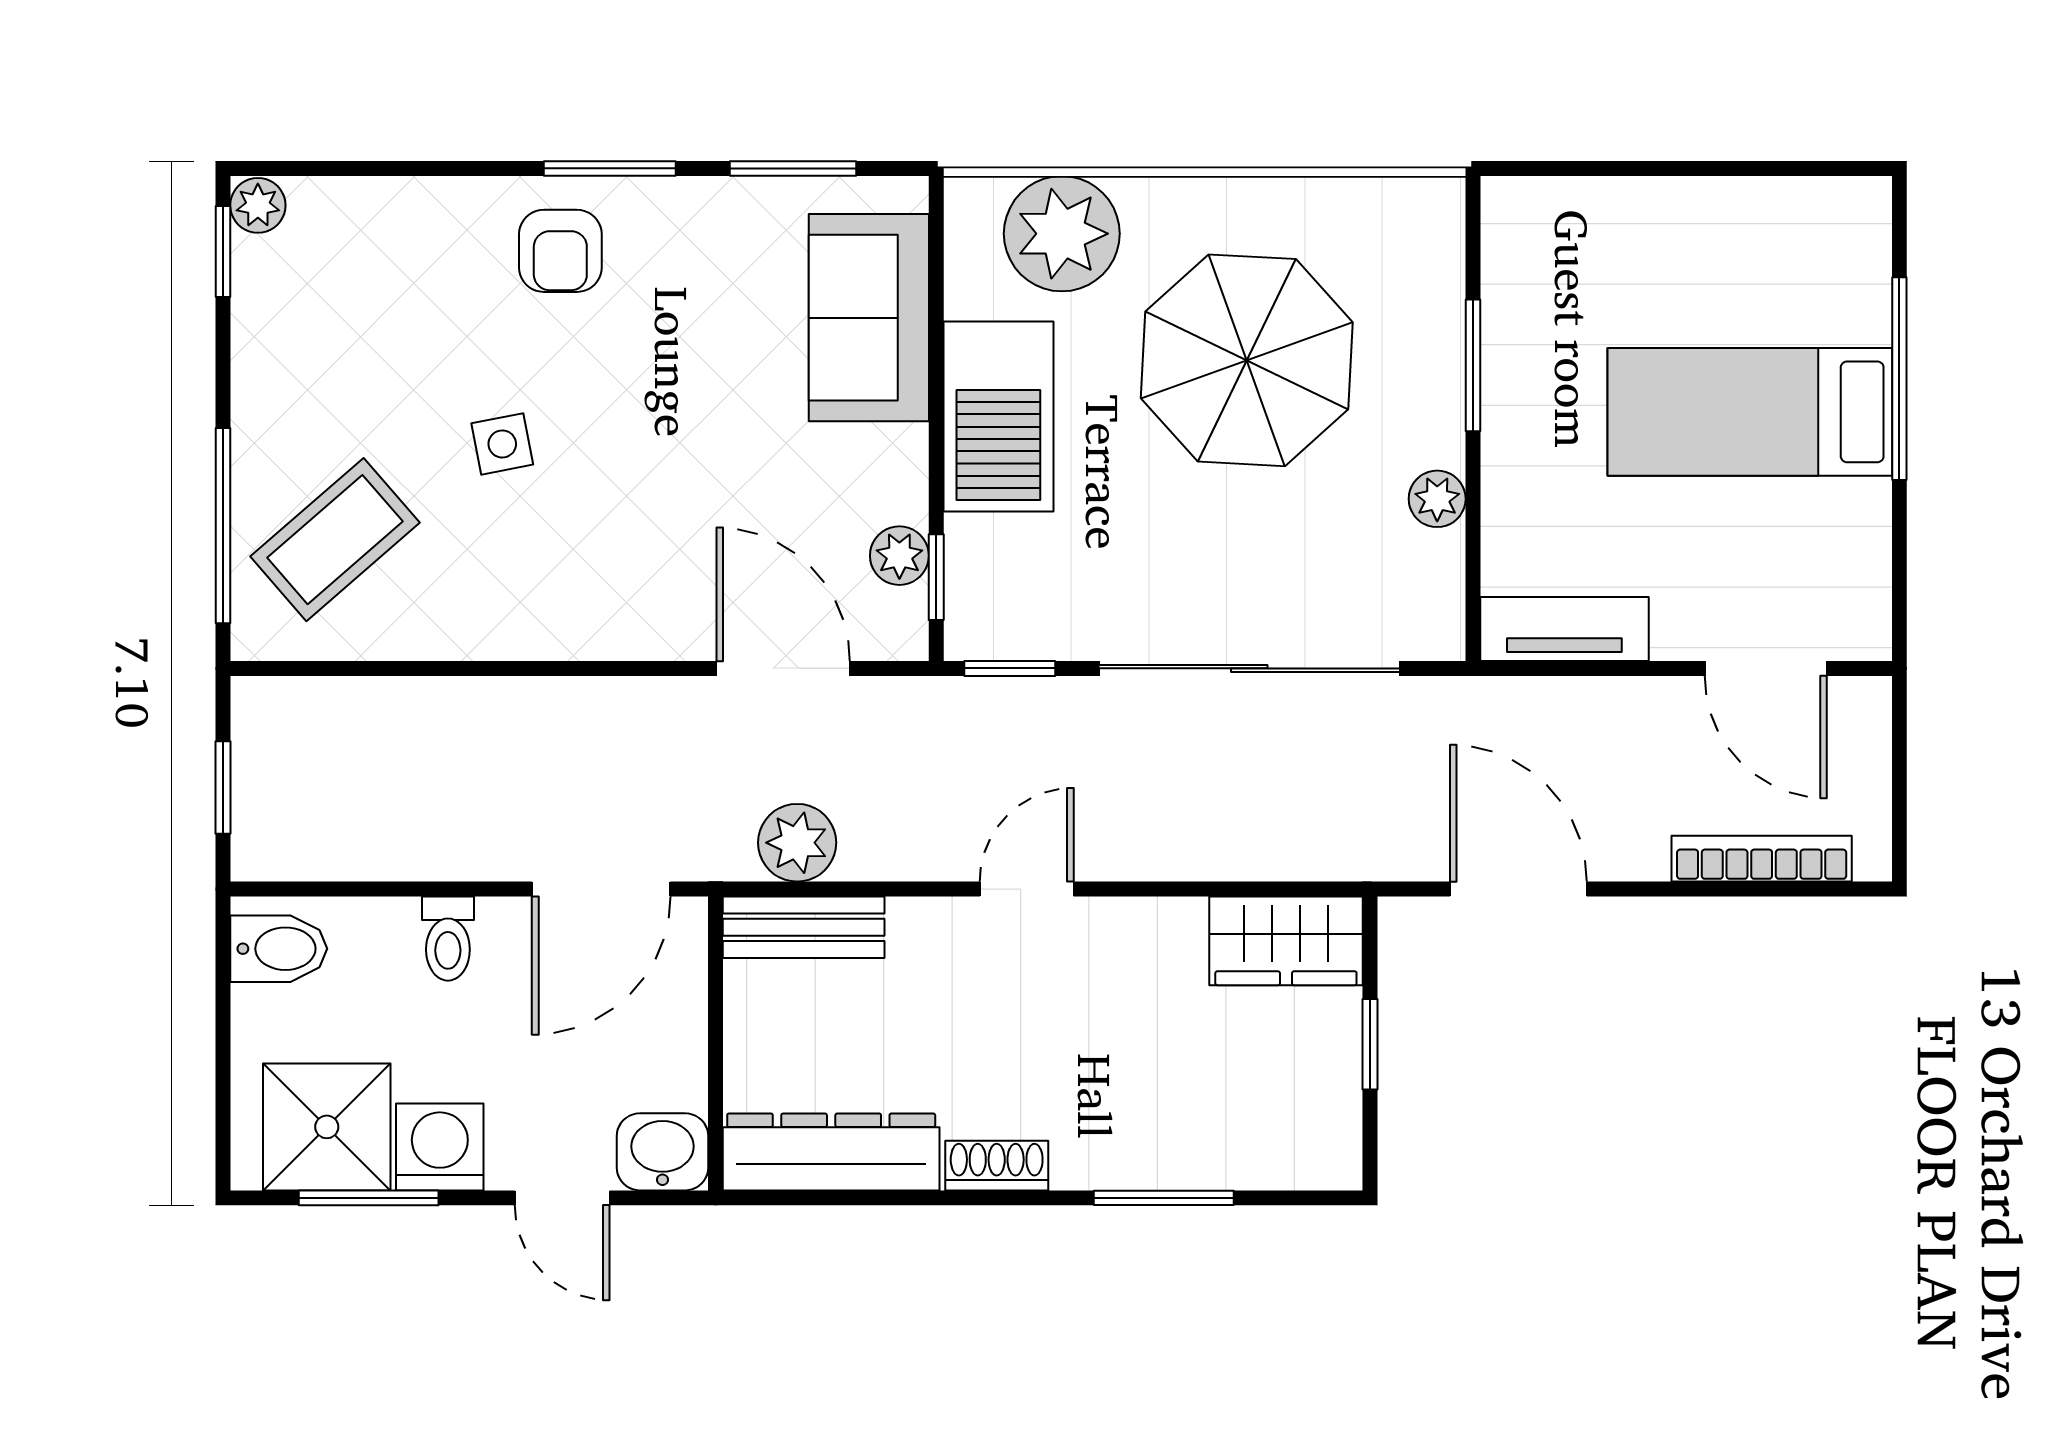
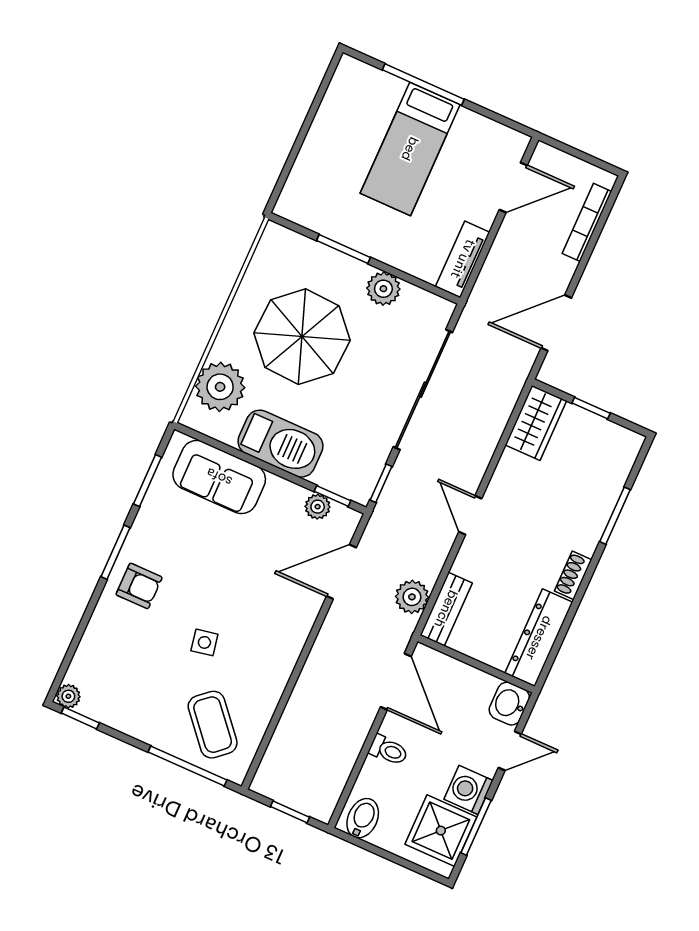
plant: (1437, 499) -> (383, 289), width x1.38, depth x1.38

